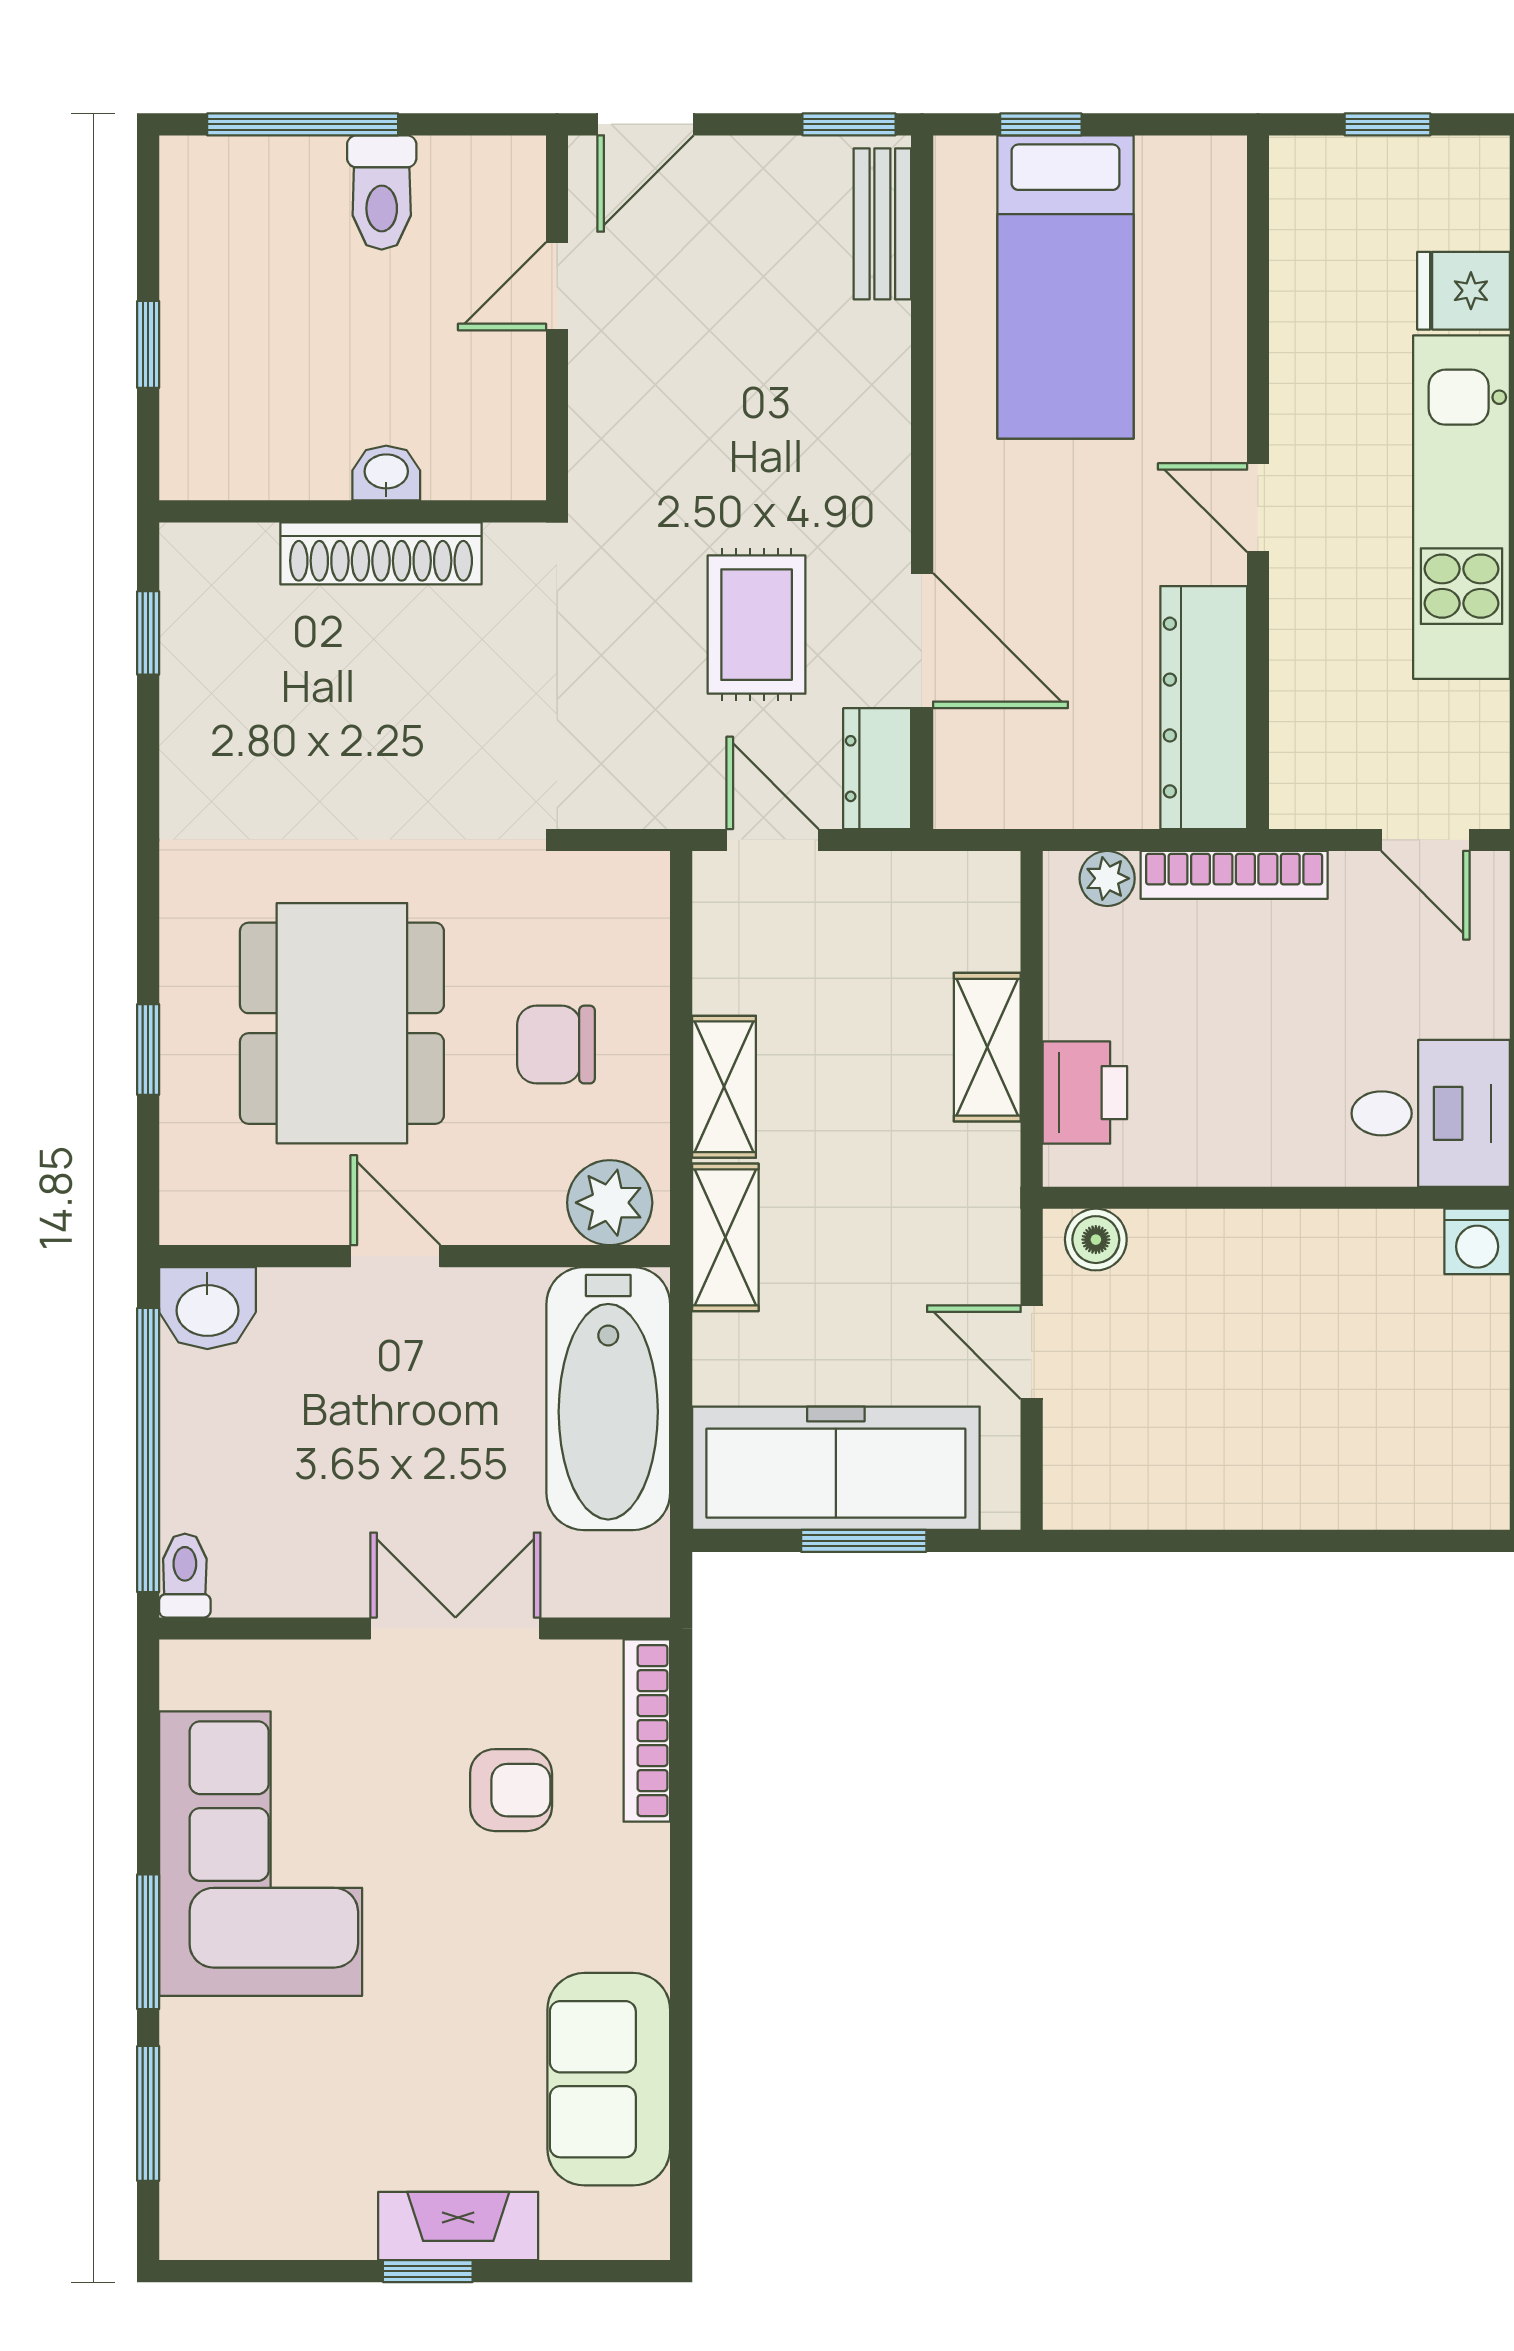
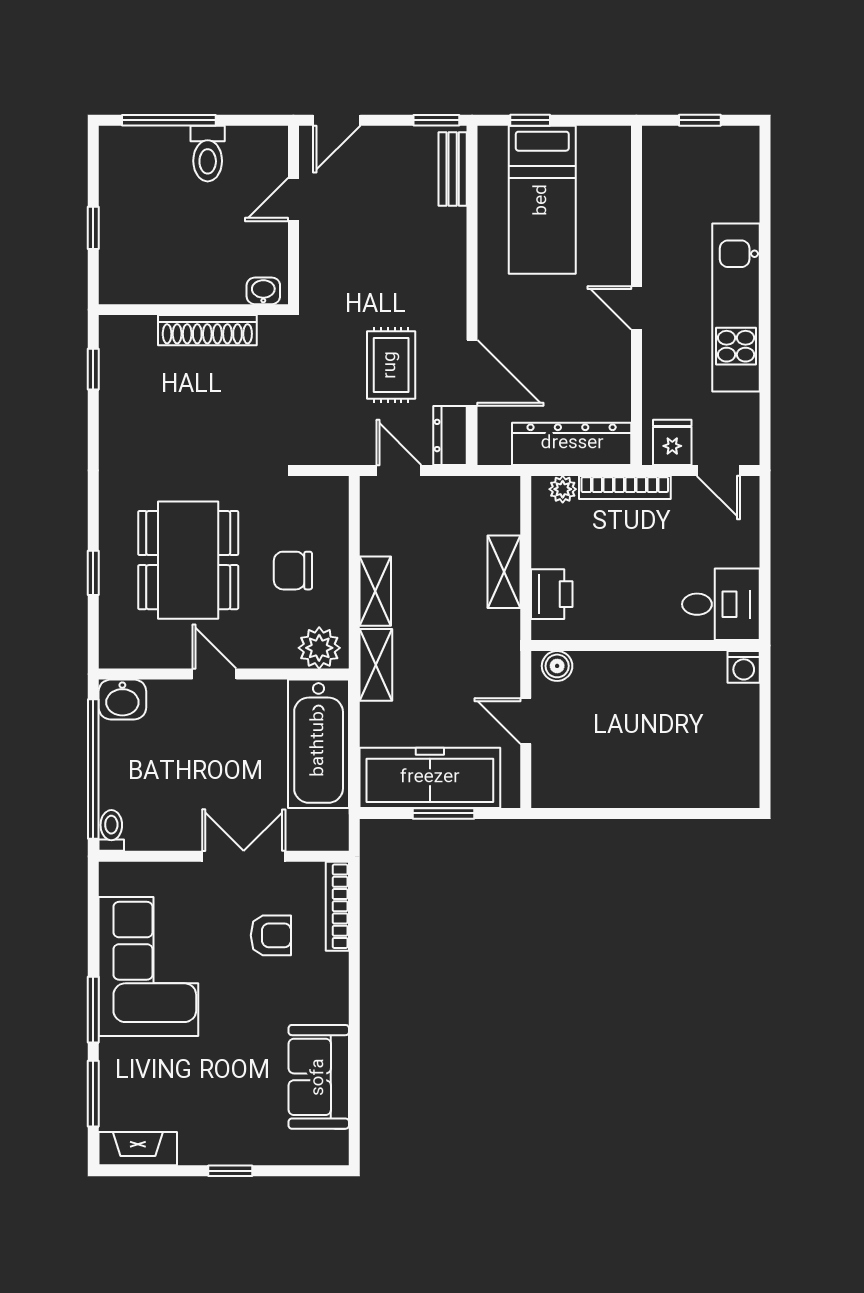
fridge: (1464, 291) -> (672, 442), moved, turned 90
washbasin: (386, 473) -> (263, 291), moved
dresser: (1204, 708) -> (572, 444), moved, turned 90
fireplace: (458, 2226) -> (138, 1149), moved

